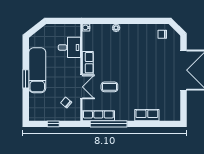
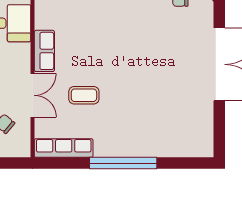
row of seats: (147, 115) -> (152, 147), removed
window: (109, 124) -> (123, 163), moved

